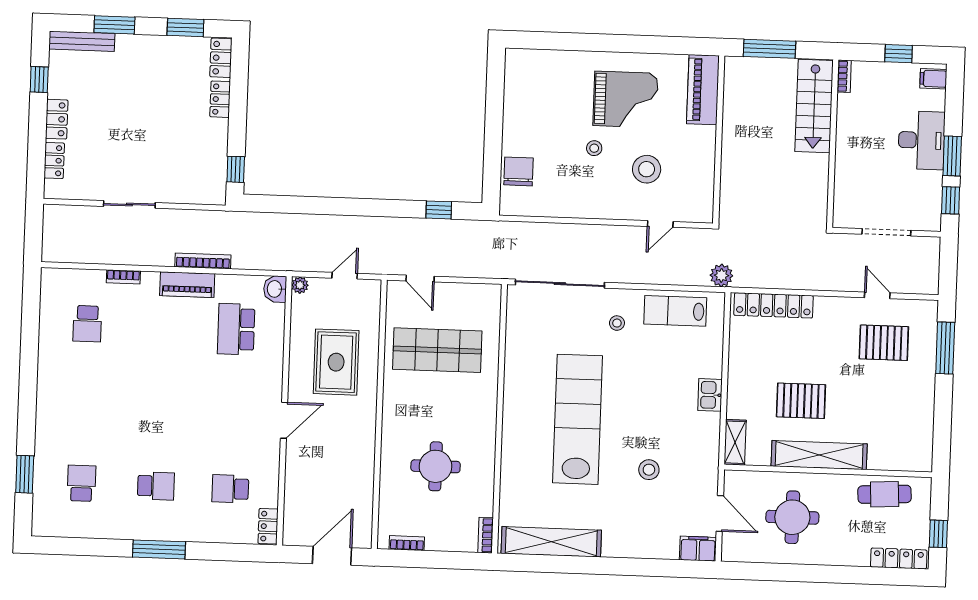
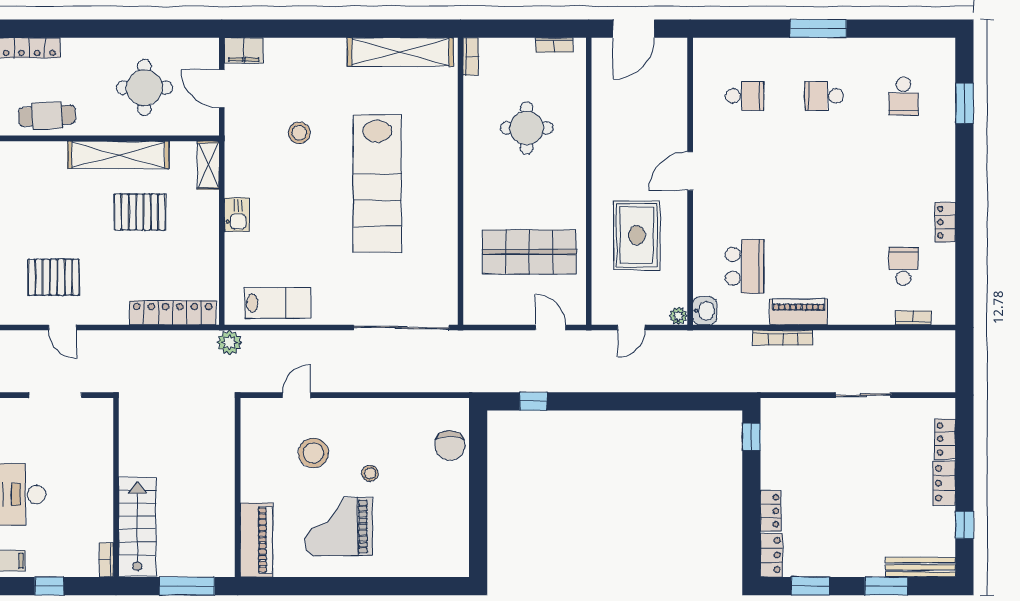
bookcase: (123, 277) -> (913, 318), moved
stool: (617, 323) -> (339, 288), removed
locker: (268, 526) -> (945, 222), moved, turned 180

